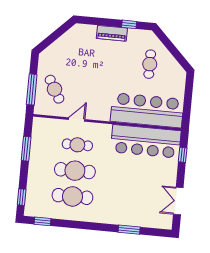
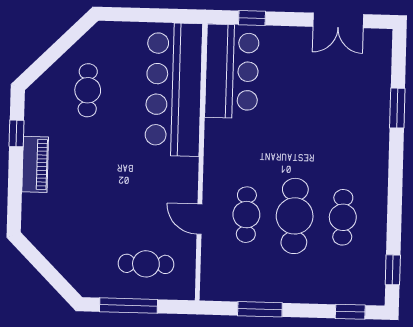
cafe table: (150, 64) -> (88, 90), turned 90
window: (32, 89) -> (129, 306), moved
cafe table: (54, 89) -> (146, 264), turned 30
bar counter: (146, 141) -> (232, 71), width x0.73
cafe table: (72, 196) -> (343, 217), width x0.73, depth x0.74

